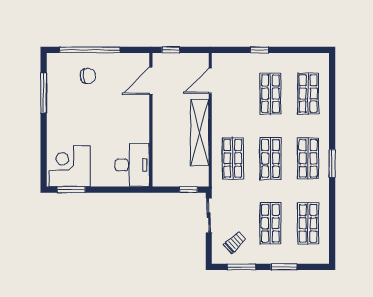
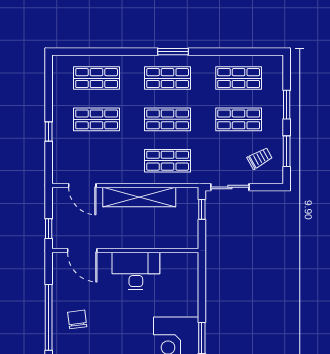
desk: (132, 165) -> (136, 271), moved
trolley: (235, 242) -> (260, 158), turned 104

